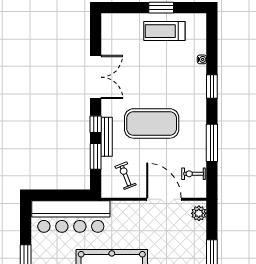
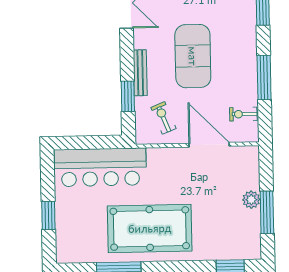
exercise mat: (152, 123) -> (193, 56), turned 90
window: (96, 124) -> (127, 58), removed
plant: (199, 213) -> (251, 200), moved

